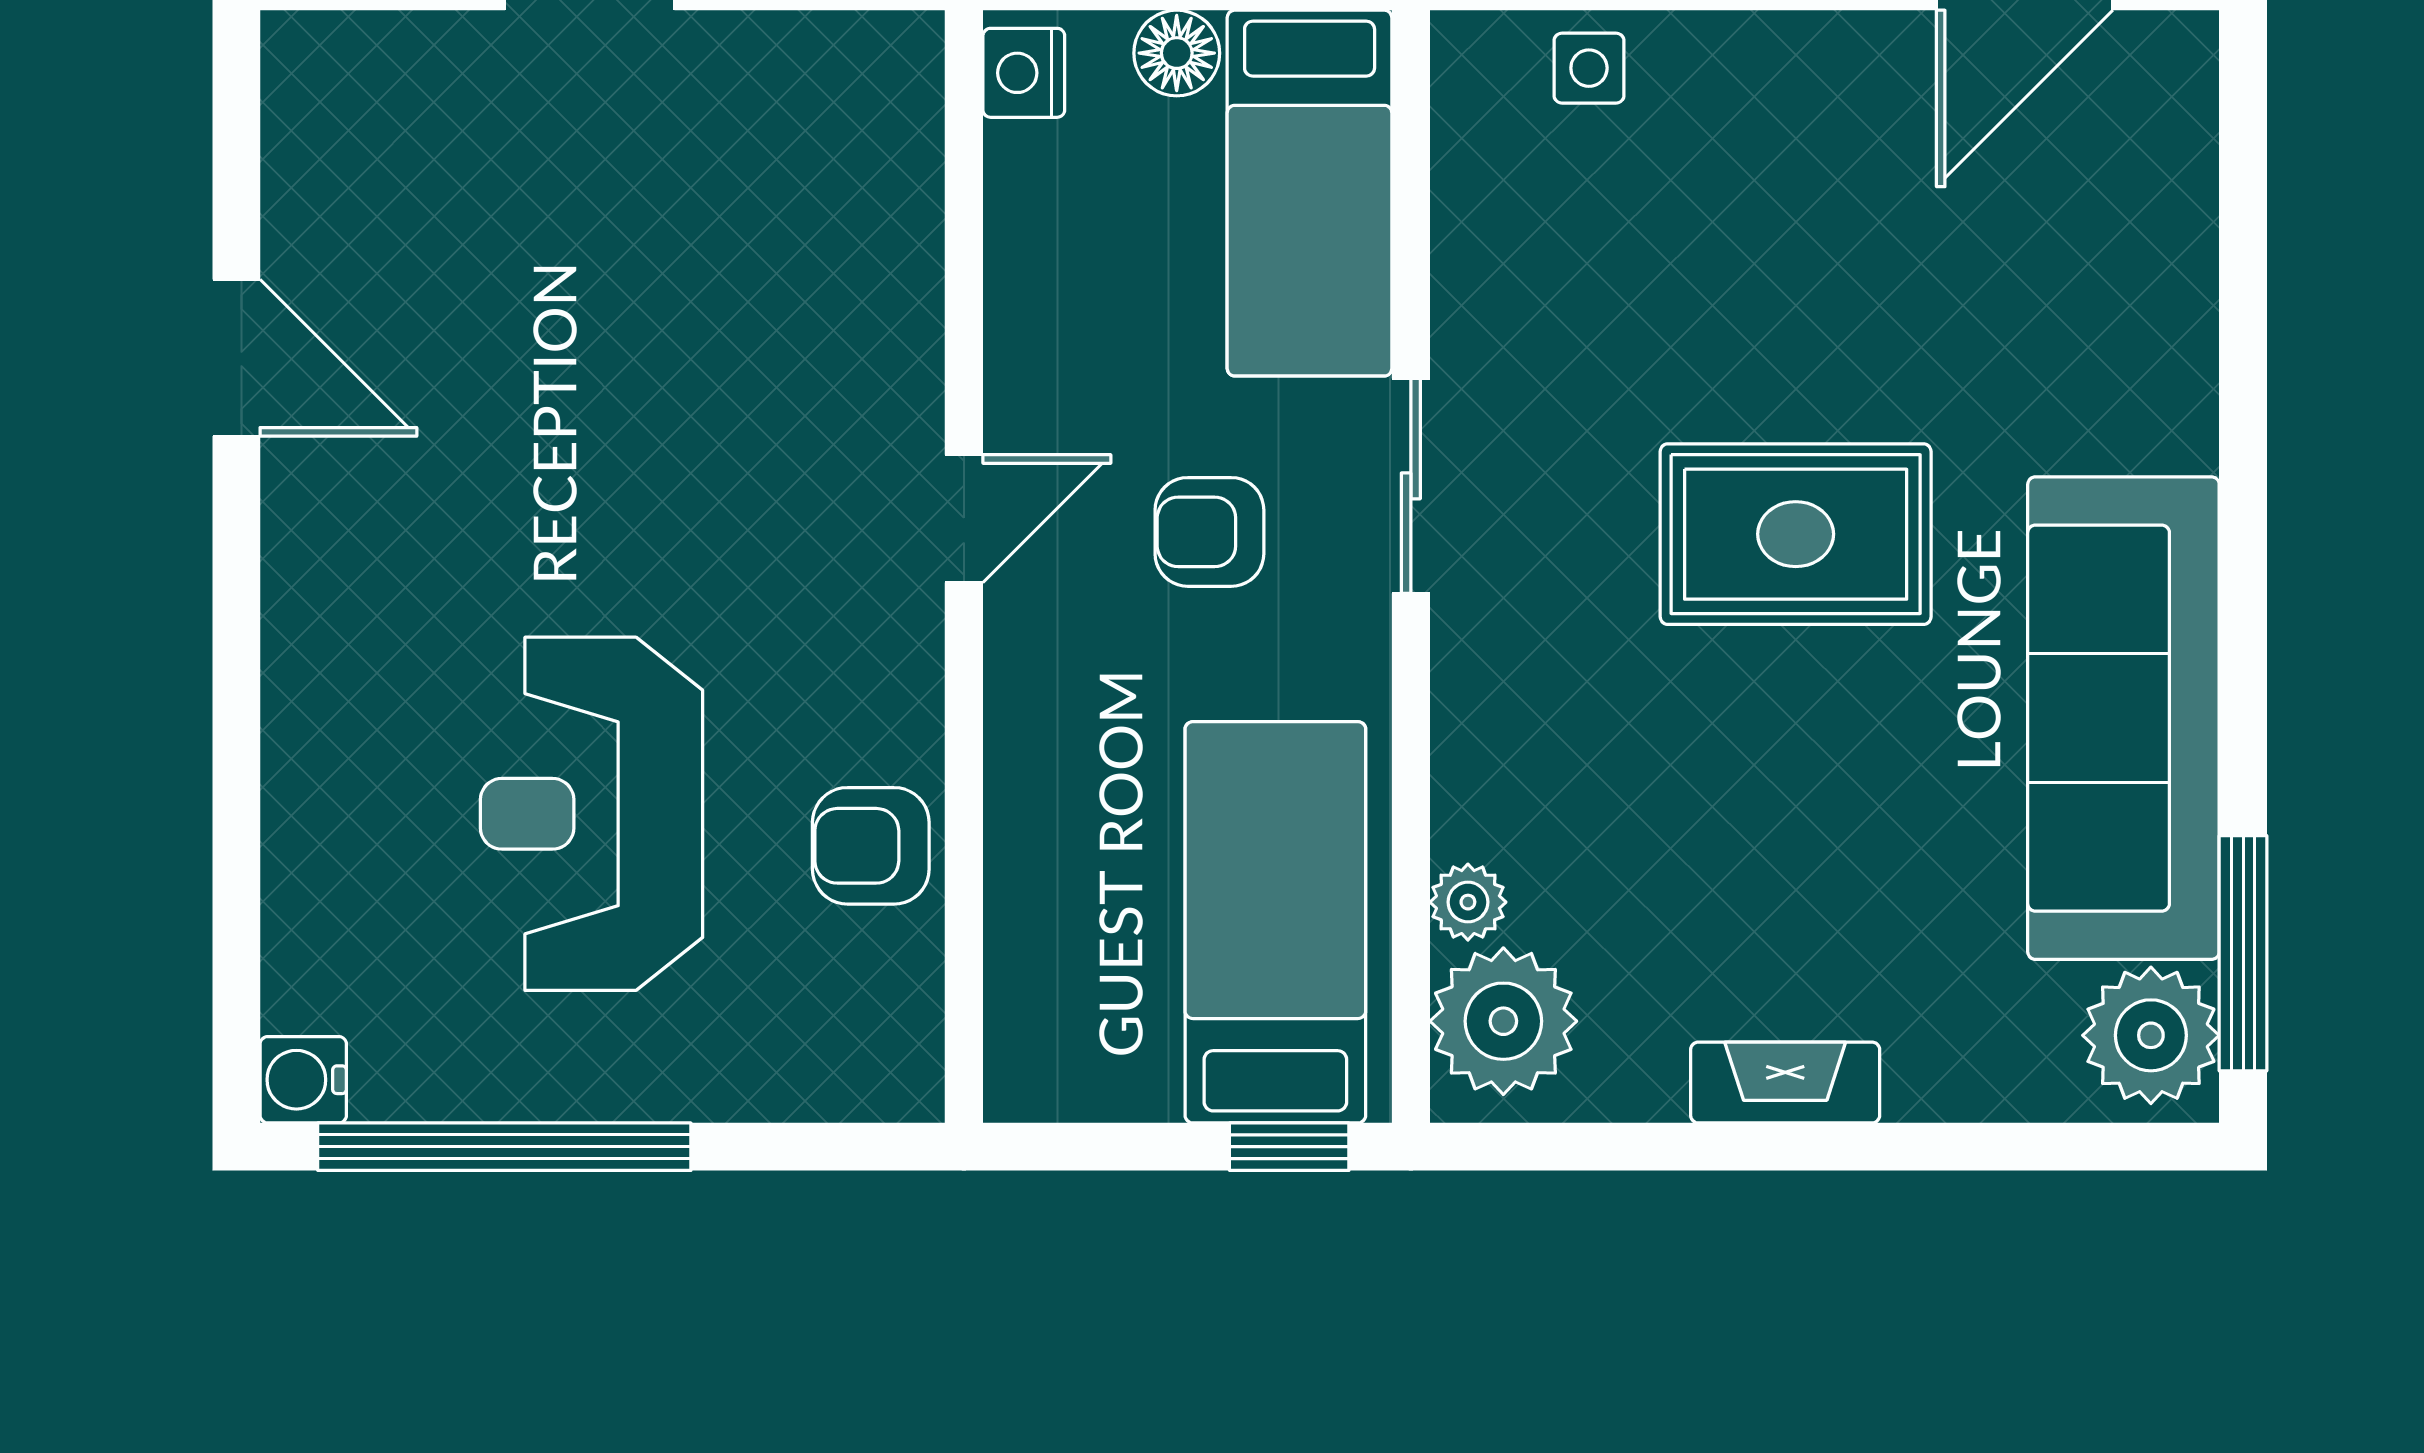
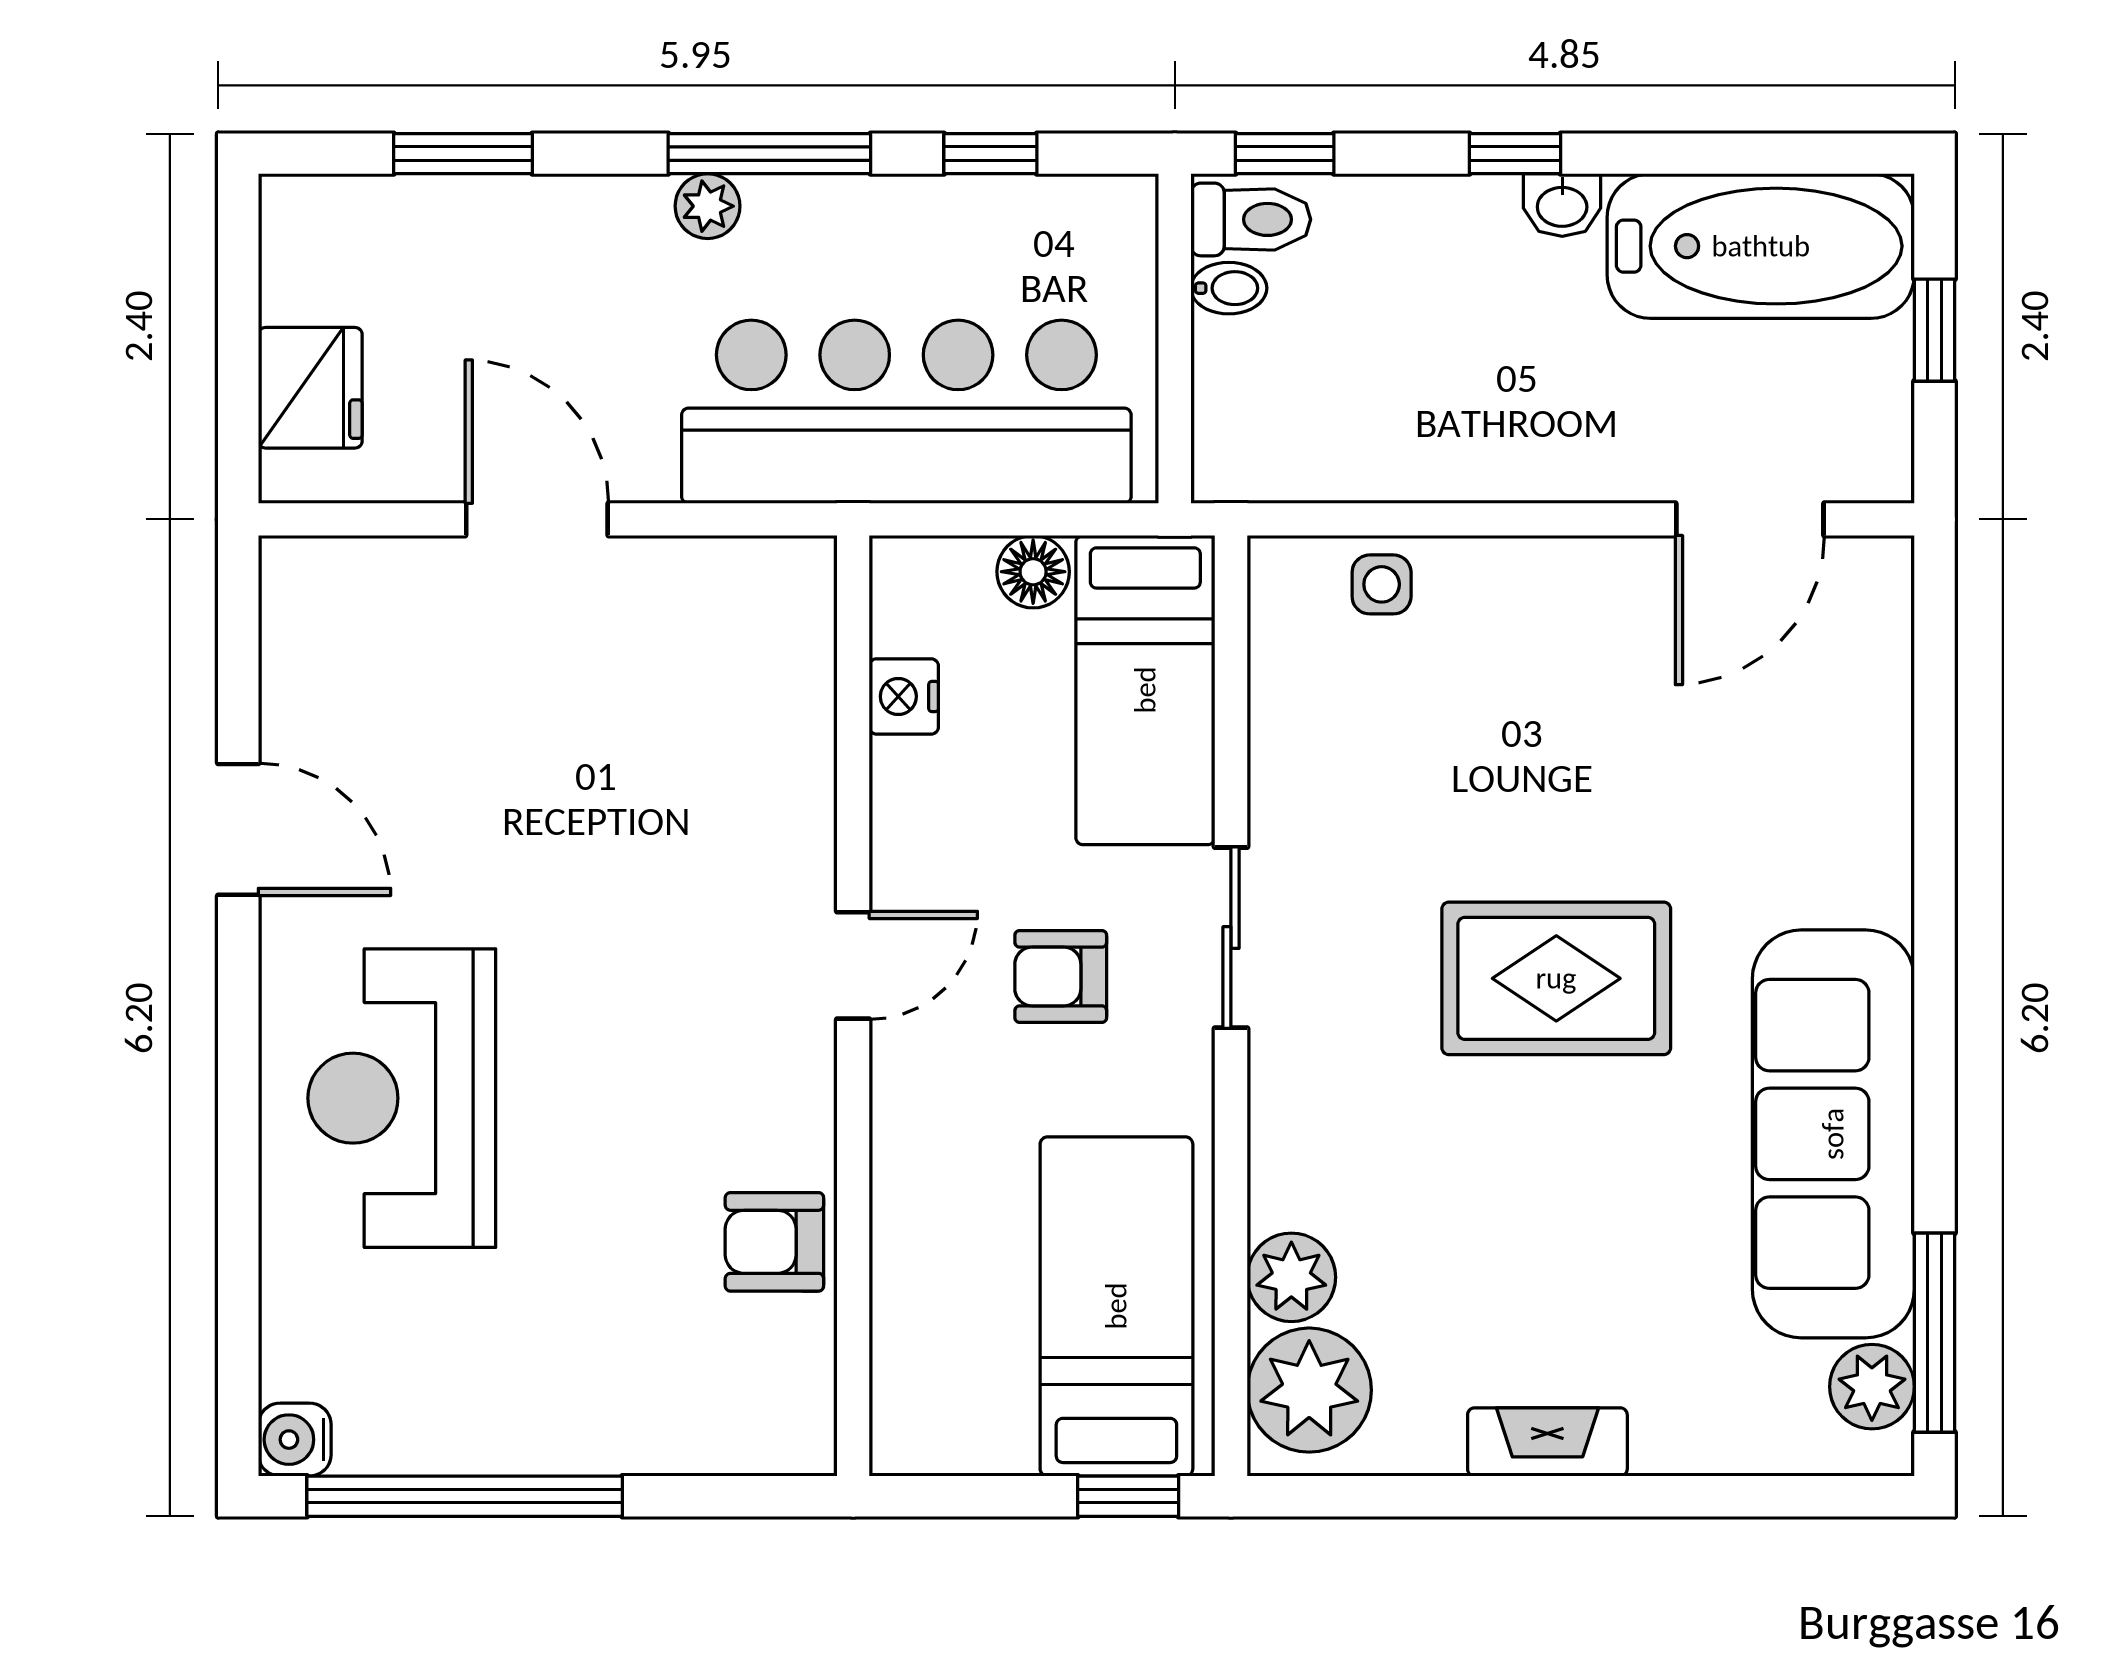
nightstand: (1024, 73) -> (904, 696), moved
reception desk: (592, 814) -> (402, 1098), moved
plant: (1468, 902) -> (1291, 1277), width x1.38, depth x1.38
plant: (2151, 1035) -> (1872, 1387), width x0.73, depth x0.73

